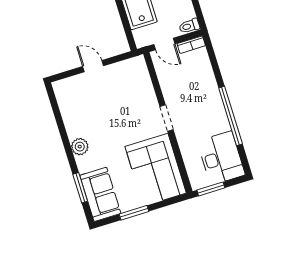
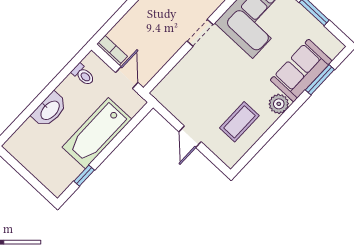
toilet: (189, 26) -> (83, 75), moved
coffee table: (83, 109) -> (239, 122), added
sofa: (100, 194) -> (301, 71), moved

